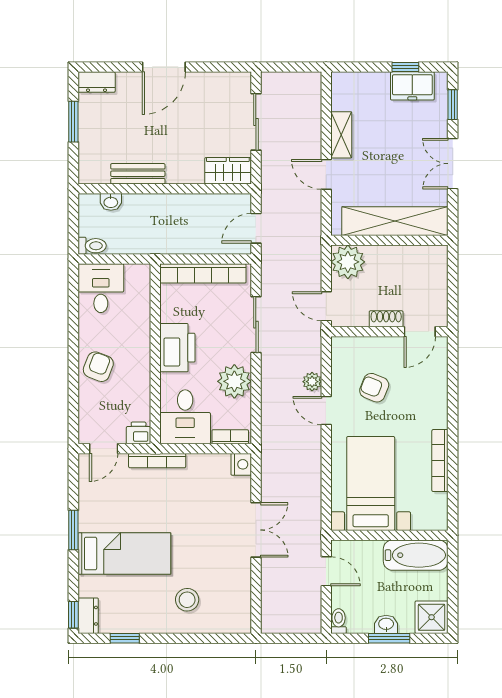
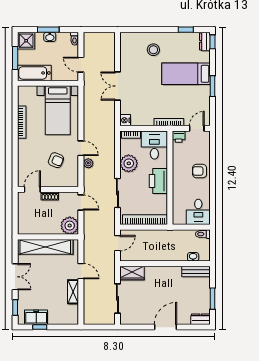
bench: (138, 174) -> (196, 271), moved
armchair: (98, 367) -> (200, 171), turned 69
window: (453, 584) -> (15, 58), added

